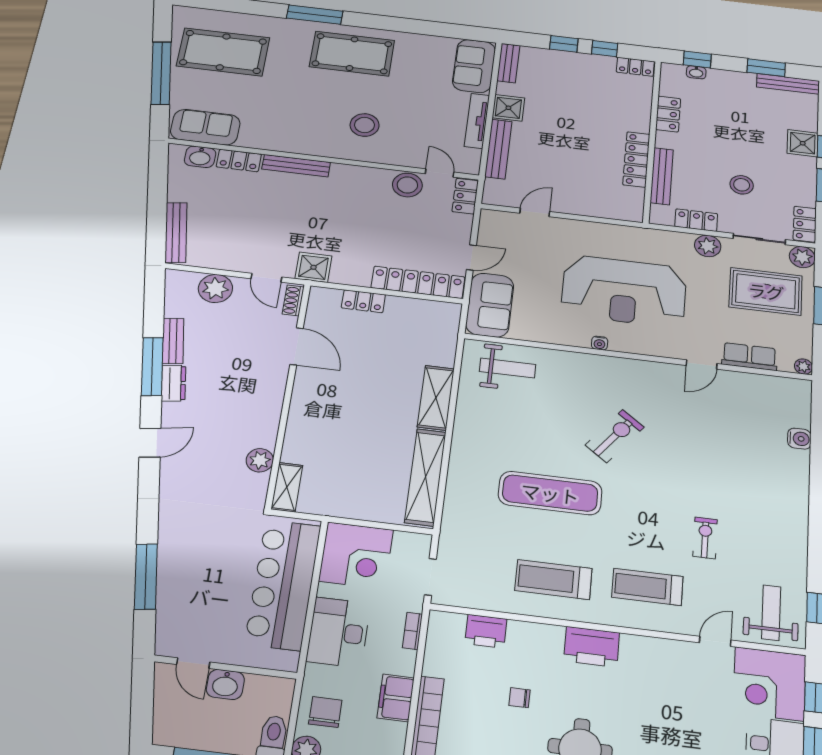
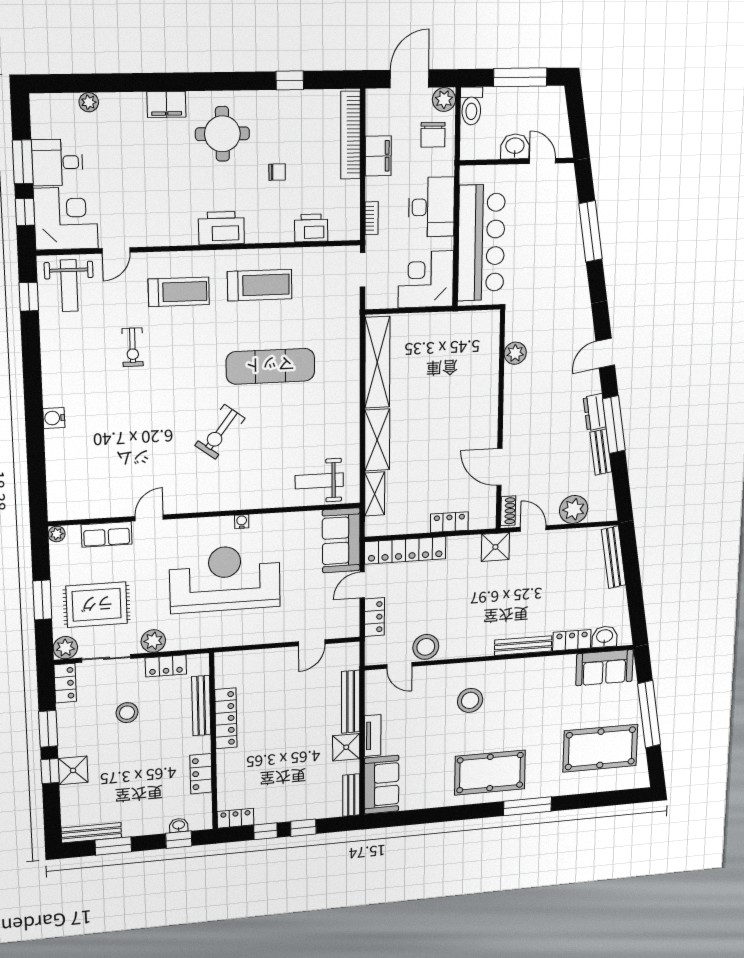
tv unit: (477, 121) -> (373, 735), width x0.71
locker: (465, 196) -> (374, 617), moved
water cooler: (799, 439) -> (54, 418), moved
shelving: (287, 487) -> (375, 494), moved

